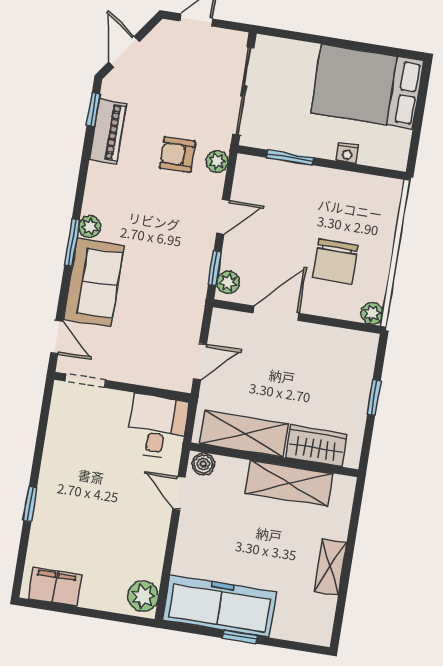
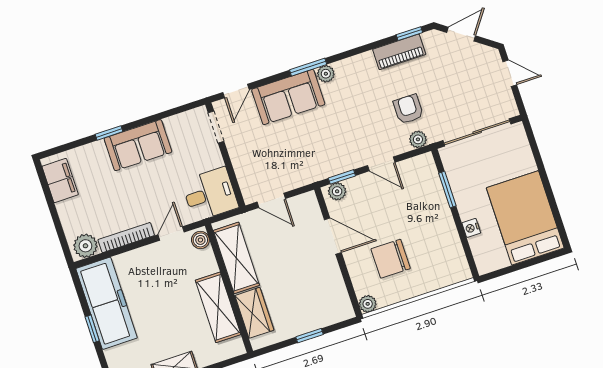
sofa: (61, 479) -> (138, 145), added
bookcase: (157, 546) -> (126, 238), added

